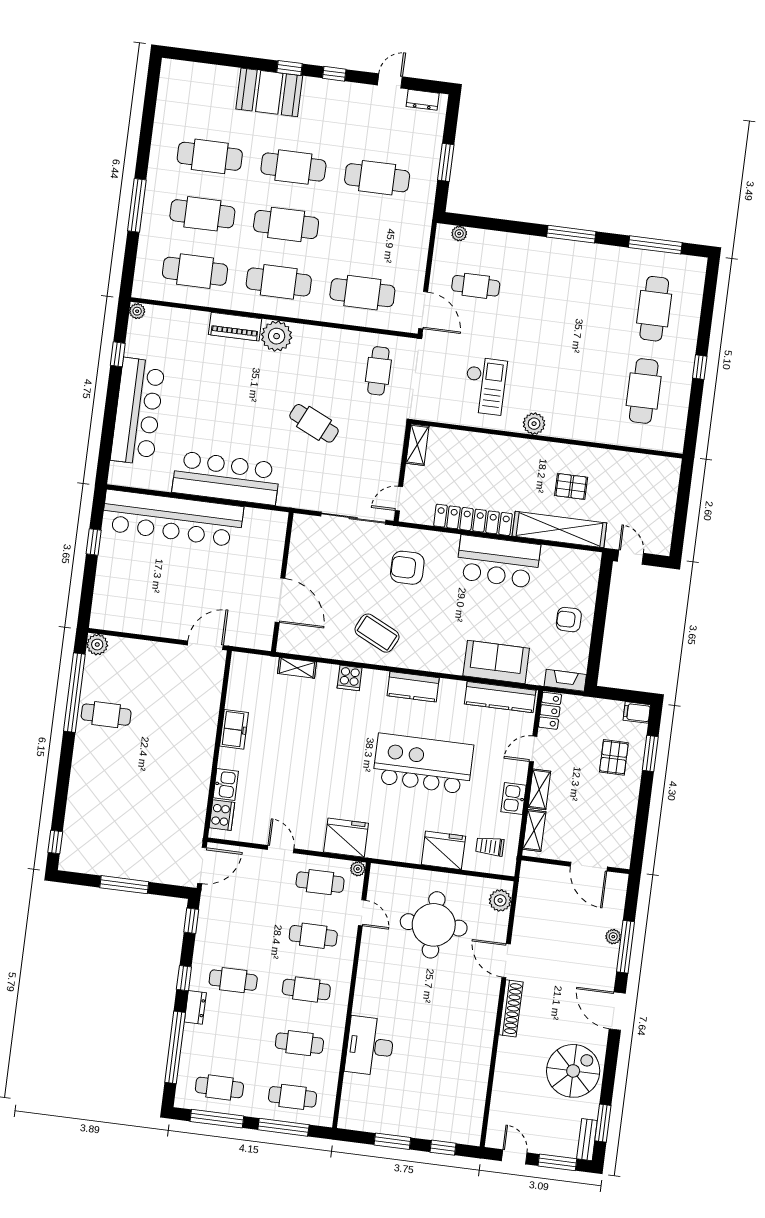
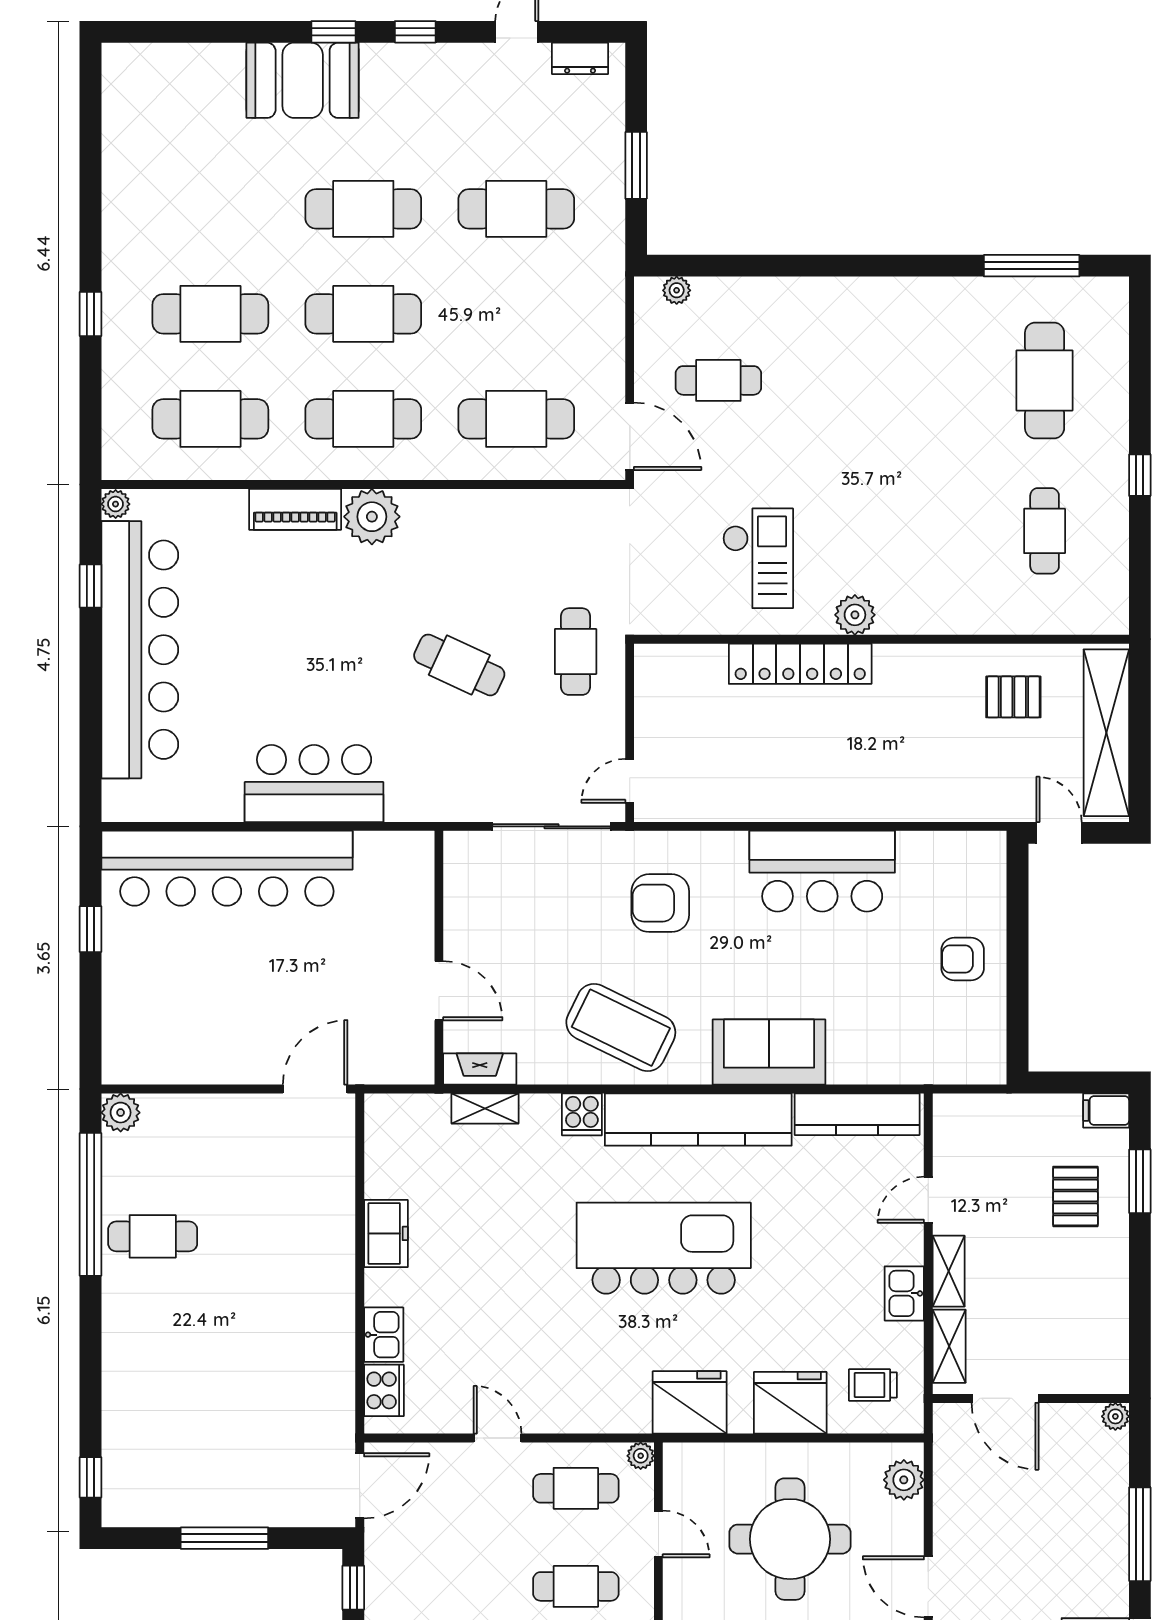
cafe table: (210, 156) -> (210, 209), removed
window: (137, 205) -> (91, 314), width x0.46
window: (571, 234) -> (878, 266), removed
cafe table: (378, 371) -> (576, 652), moved
cafe table: (644, 391) -> (1045, 531), width x0.73, depth x0.74
bar counter: (138, 411) -> (140, 650), width x1.36
shelving: (417, 445) -> (650, 680), removed
bar counter: (226, 478) -> (314, 783), width x0.73
pallet: (571, 486) -> (1013, 697), moved
locker: (473, 520) -> (800, 664), moved, turned 180
shelving: (559, 529) -> (1106, 733), moved, turned 90
door: (280, 600) -> (439, 991), width x0.73
coffee table: (377, 633) -> (621, 1028), width x1.36, depth x1.32
sofa: (496, 662) -> (769, 1052), moved
fireplace: (565, 680) -> (480, 1069), moved
kitchen counter: (413, 687) -> (698, 1119), width x2.08, depth x1.17
locker: (550, 711) -> (950, 1127), removed
kitchen island: (423, 764) -> (664, 1248), moved
fridge: (346, 838) -> (690, 1402), moved
door: (589, 867) -> (1005, 1398), moved
plant: (613, 937) -> (1115, 1416), moved

